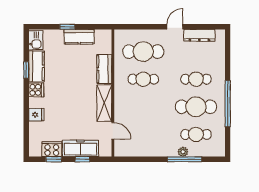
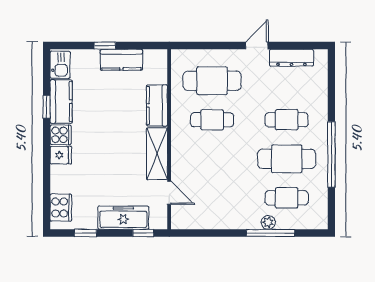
fridge: (36, 115) -> (61, 155), moved
cooker: (52, 149) -> (61, 208), moved, turned 90
window: (82, 159) -> (143, 233), moved

